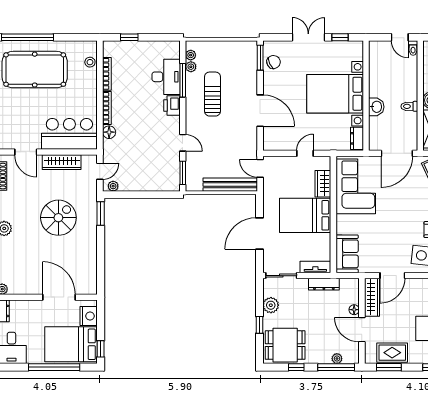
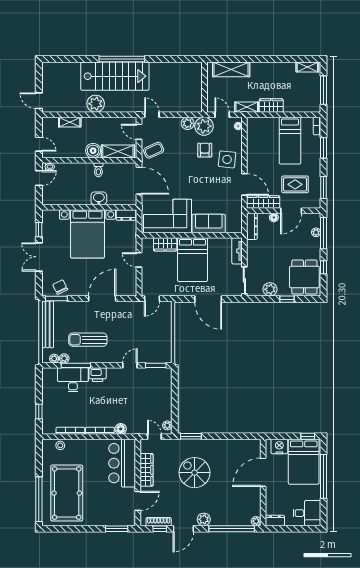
bench: (230, 185) -> (48, 324), moved
sofa: (347, 254) -> (209, 224), moved
dresser: (324, 284) -> (252, 226), moved
rug: (392, 353) -> (295, 184), moved, turned 90

